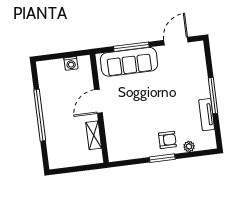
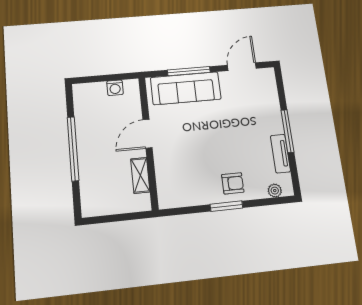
plant: (189, 146) -> (275, 191), moved

